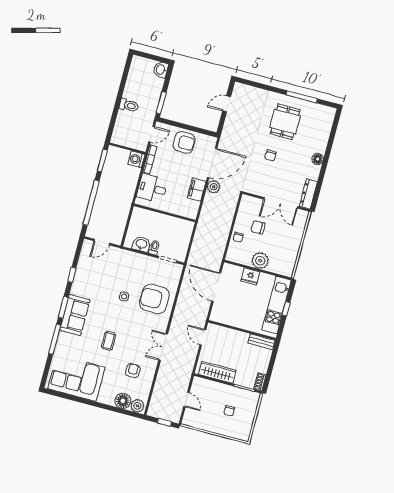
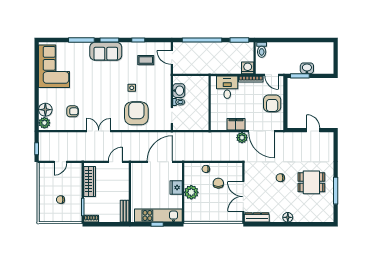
washbasin: (161, 70) -> (307, 68), moved
toilet: (129, 105) -> (262, 50), moved
coffee table: (109, 341) -> (146, 60), moved

